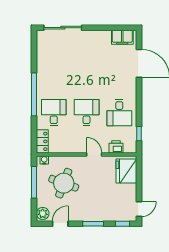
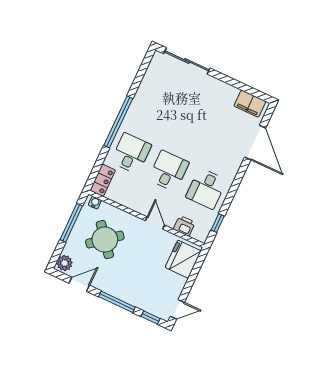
round table: (64, 183) -> (105, 240), turned 31
window: (93, 224) -> (117, 302), width x1.44

